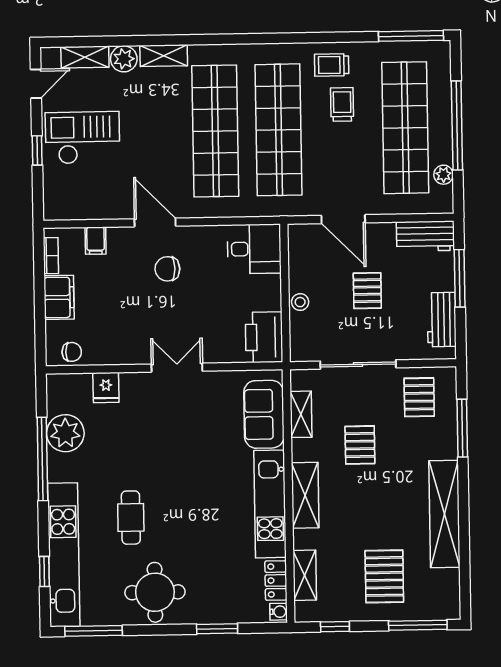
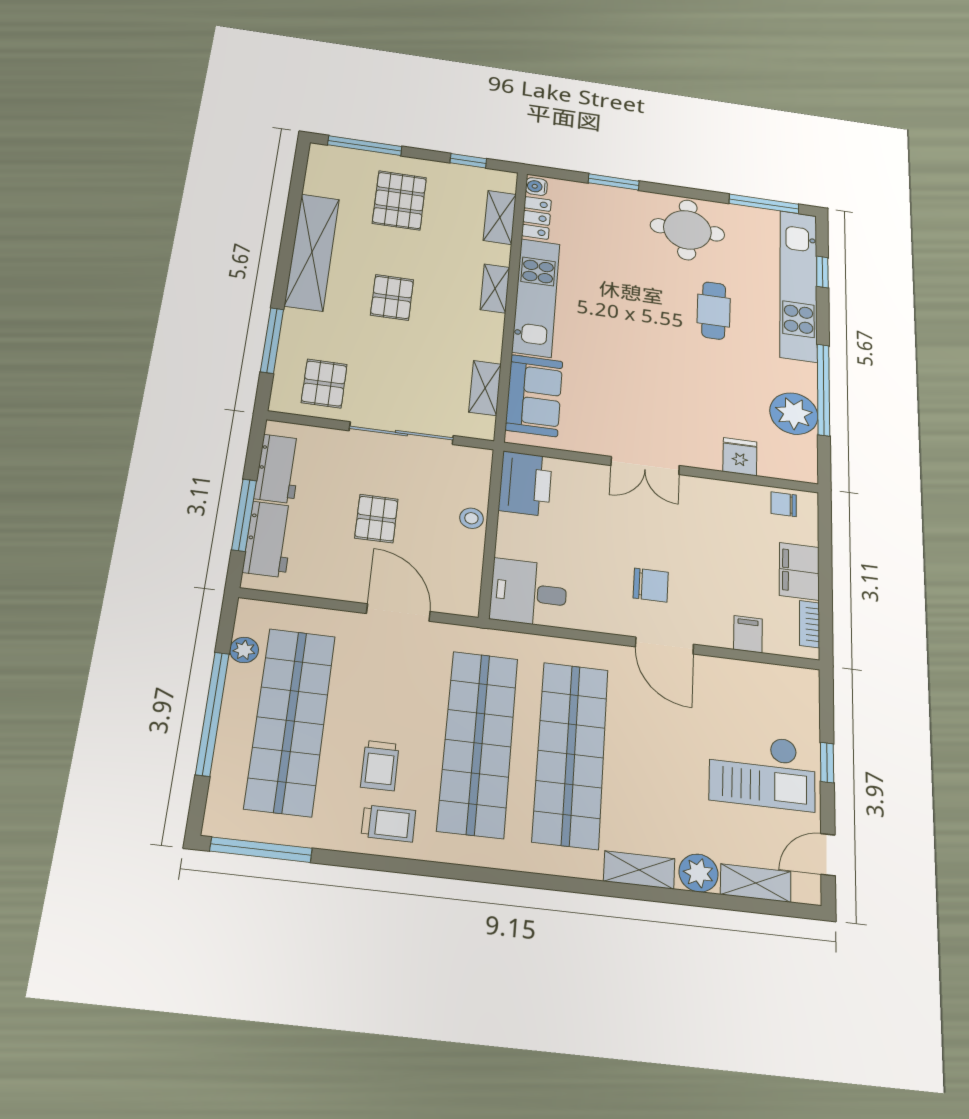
workbench: (425, 236) -> (269, 539), moved, turned 90
pallet: (360, 445) -> (392, 297), moved
shelving: (305, 495) -> (495, 288), width x0.67, depth x0.75

